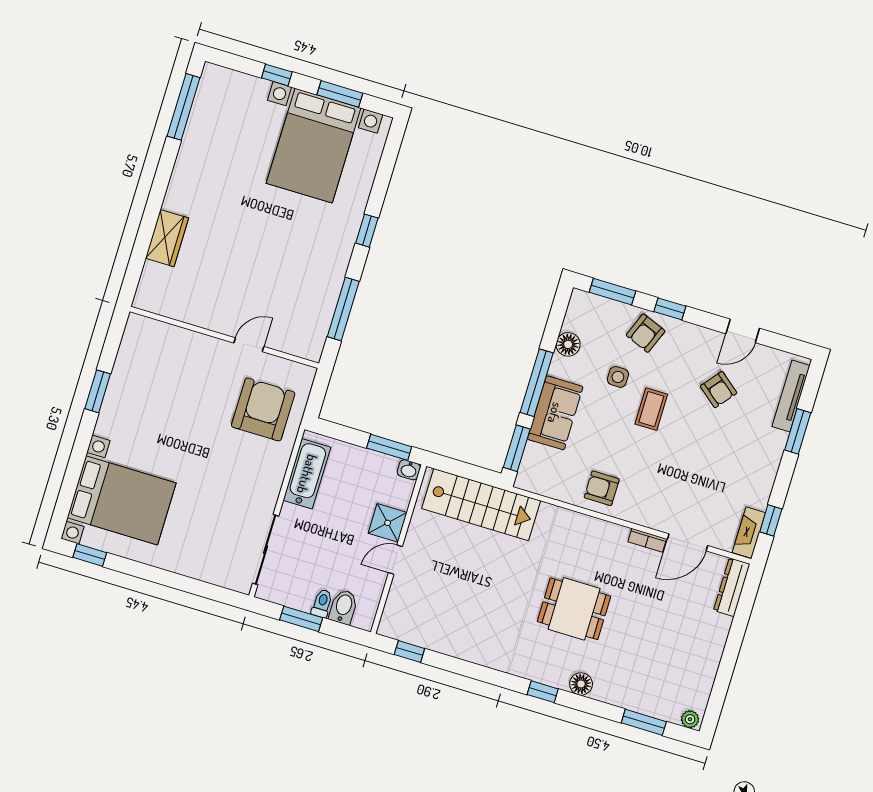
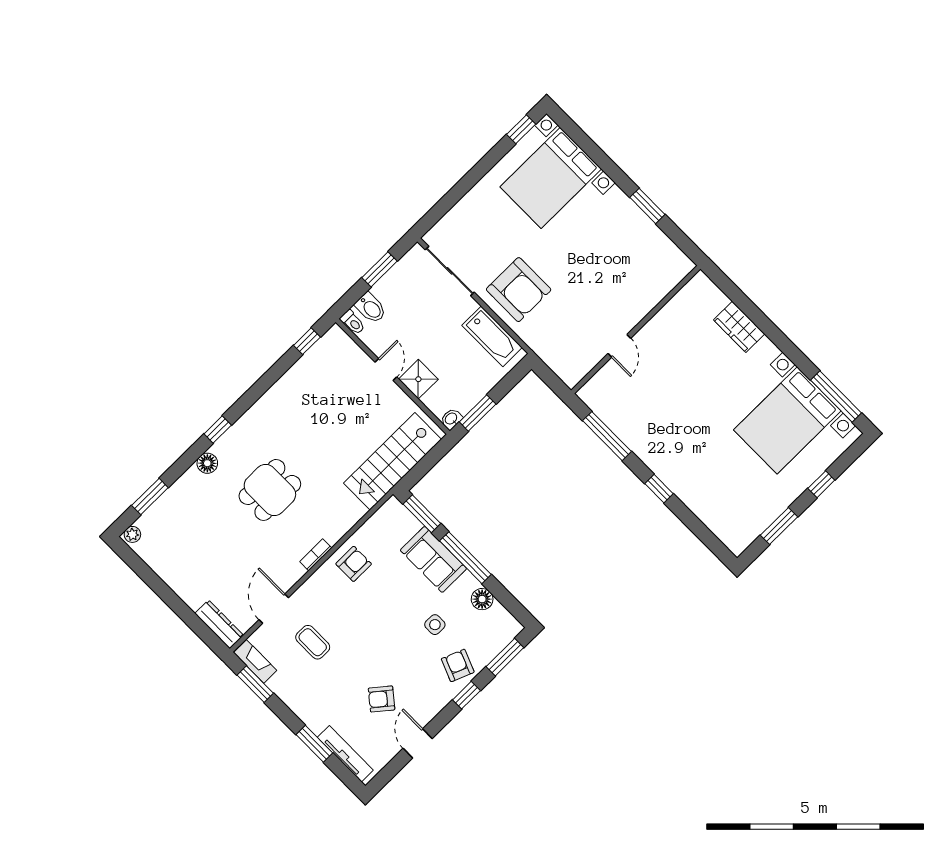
bed with nightstands: (314, 146) -> (787, 420), moved, turned -90
armchair: (263, 409) -> (519, 290), moved
coffee table: (651, 409) -> (313, 642), moved
window: (771, 520) -> (255, 684), width x1.50
bookcase: (647, 540) -> (316, 555), moved
toilet: (322, 603) -> (353, 322), moved

